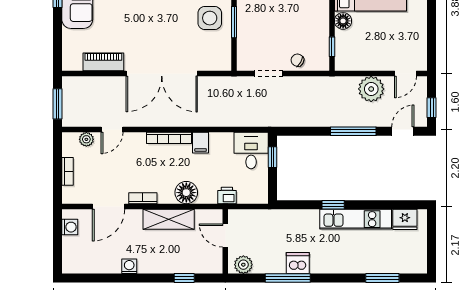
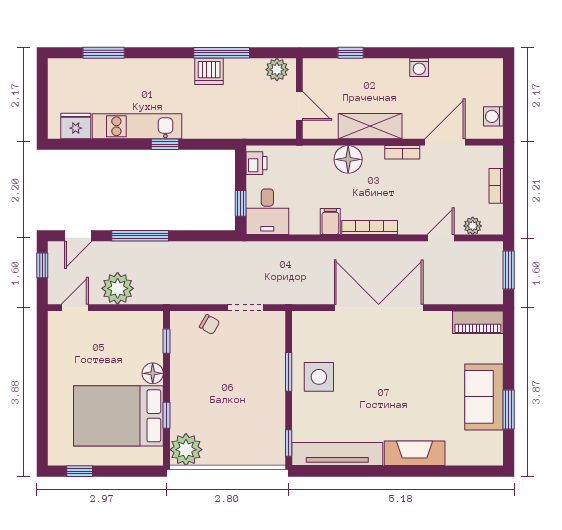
piano: (103, 62) -> (478, 322), moved
printer: (227, 195) -> (256, 163), moved, turned -90

